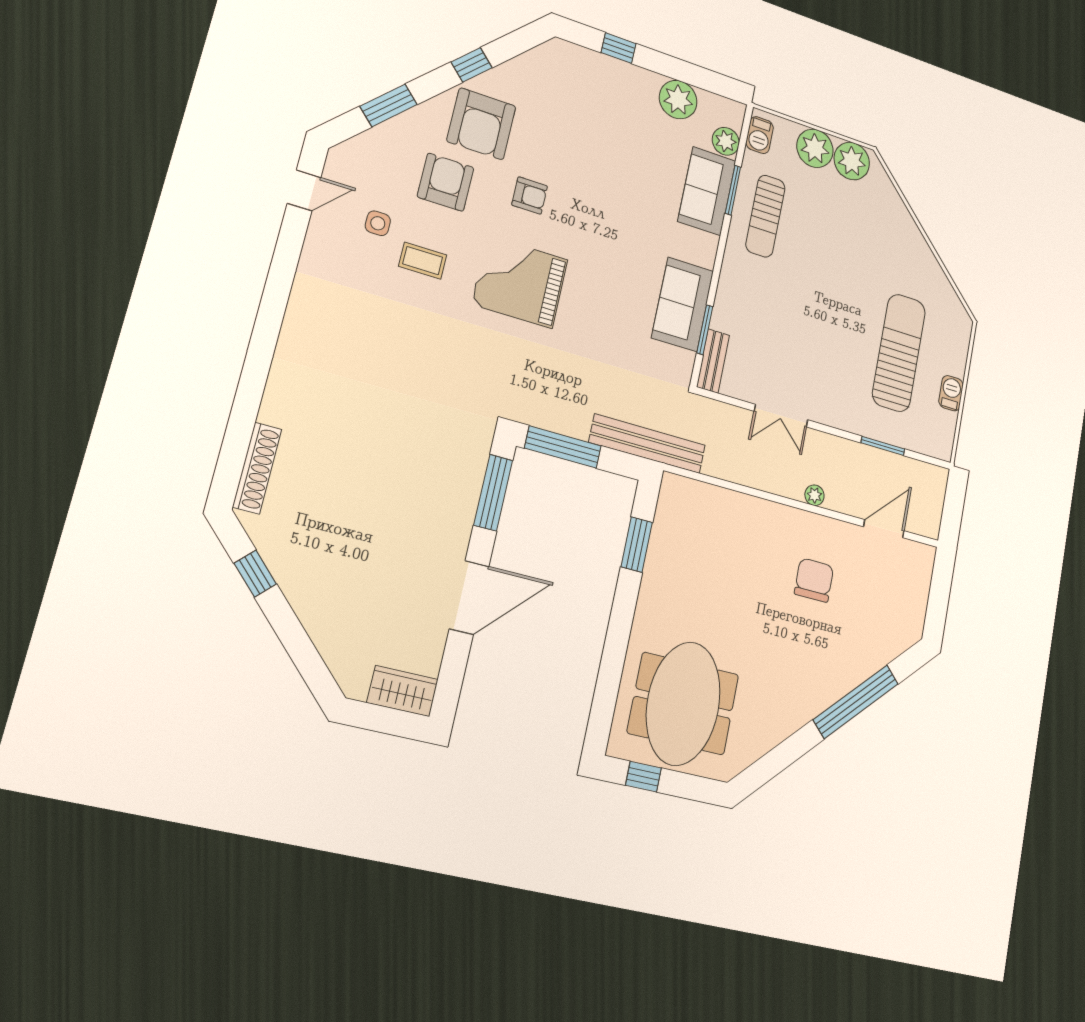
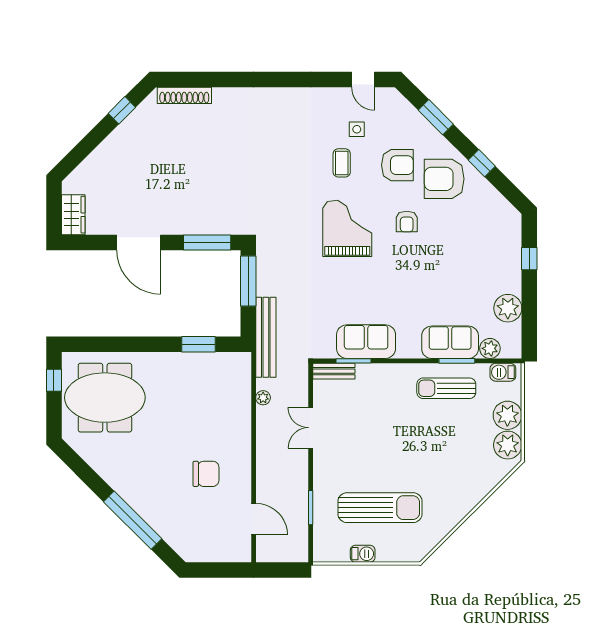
plant: (815, 495) -> (263, 398), moved

